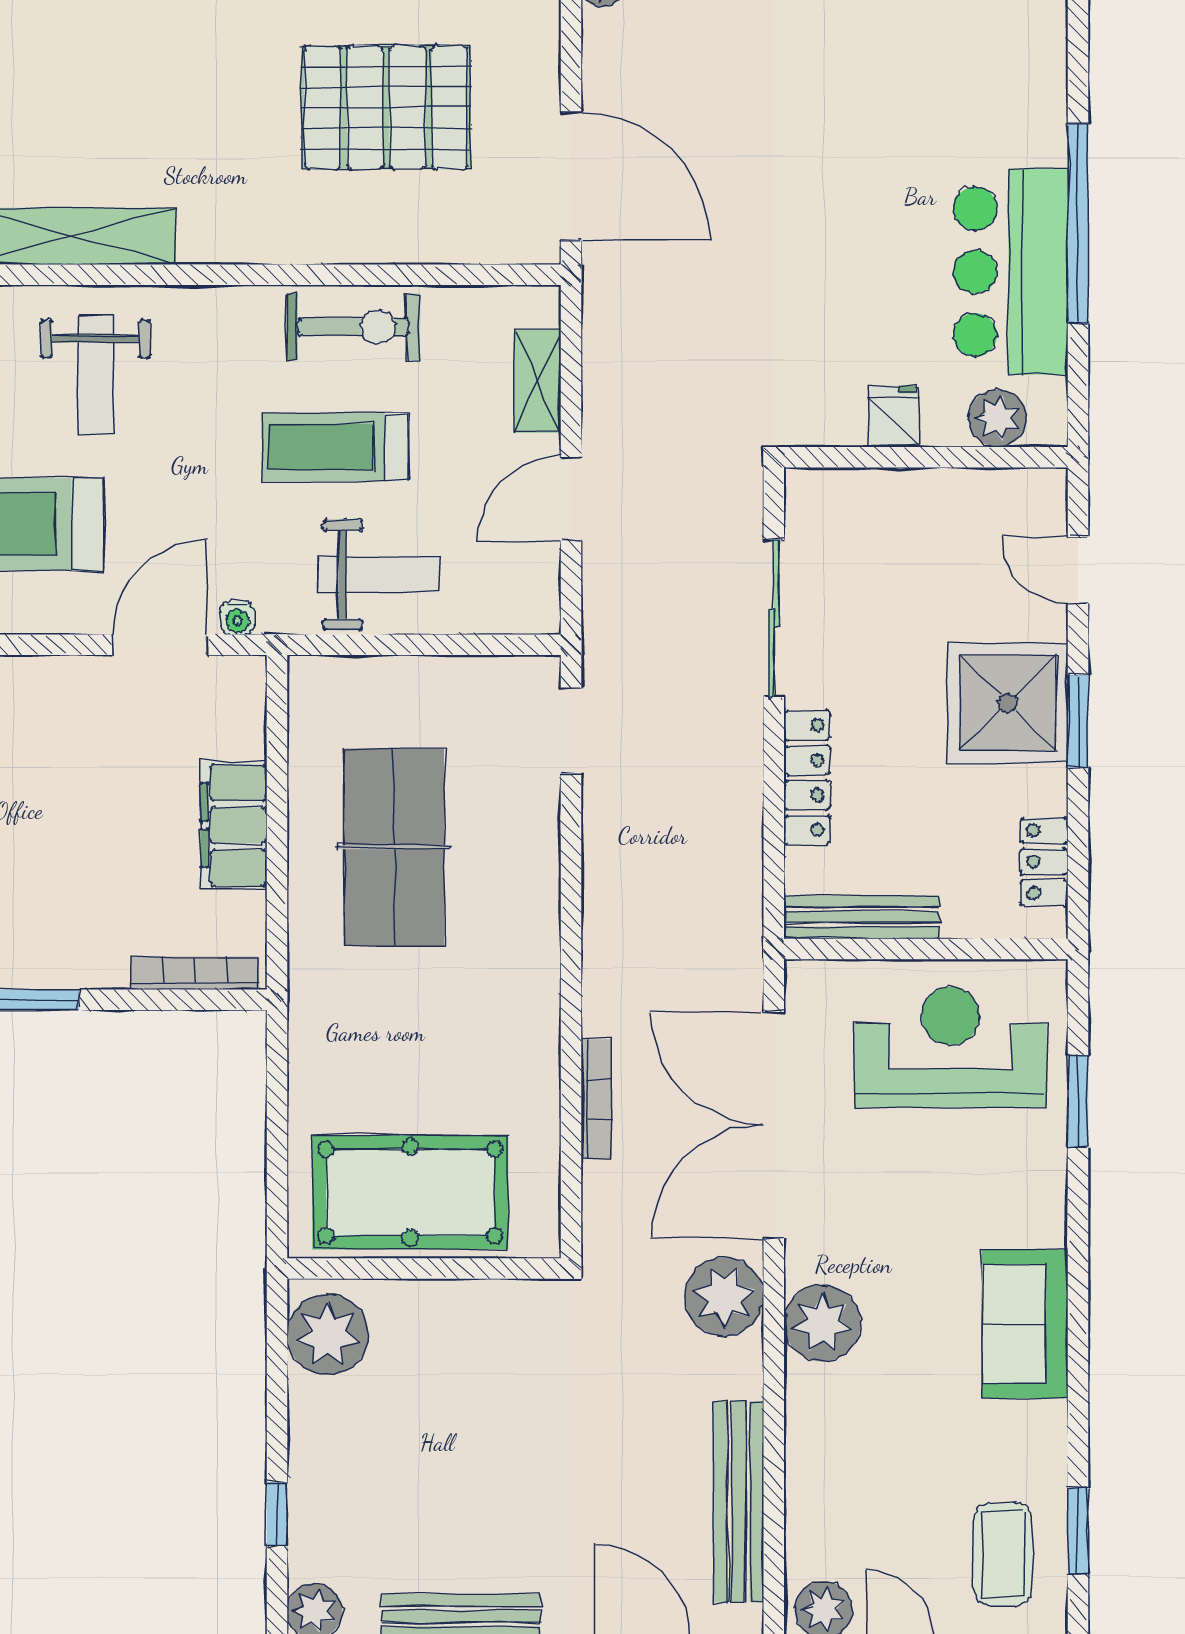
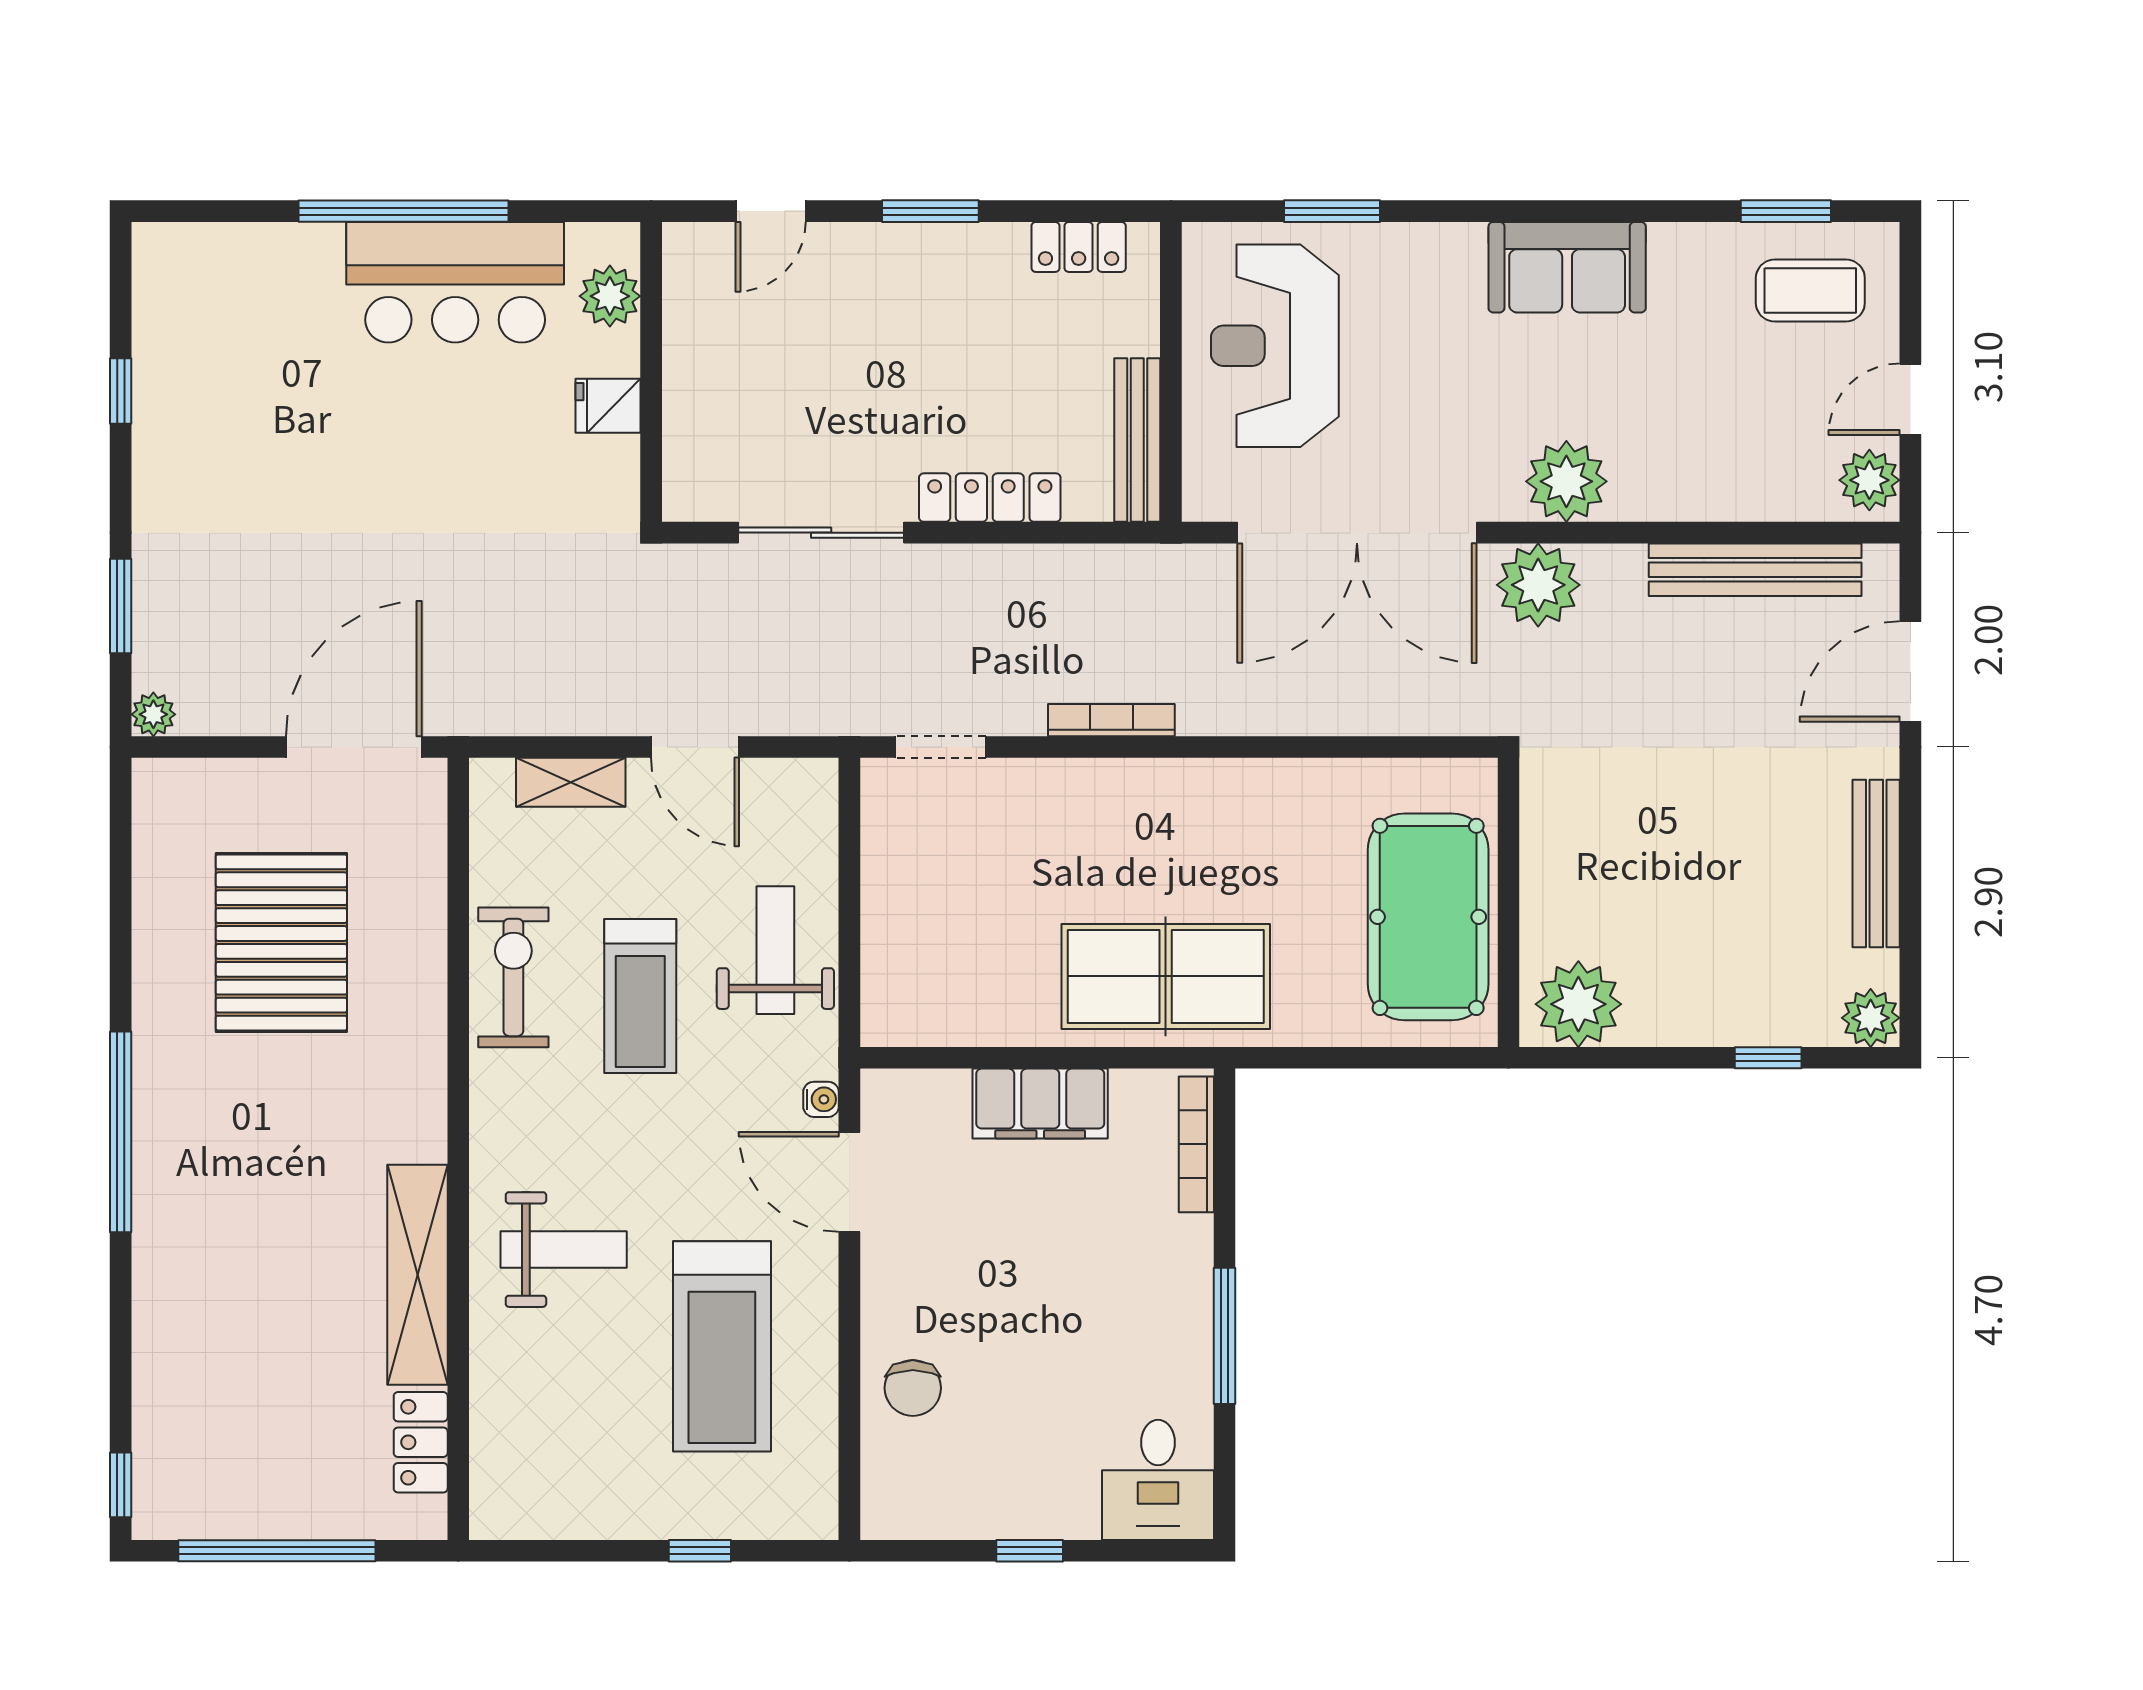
shower: (1008, 703) -> (911, 286), removed
table tennis table: (394, 847) -> (1166, 976), moved
bookcase: (596, 1099) -> (1111, 720), moved

